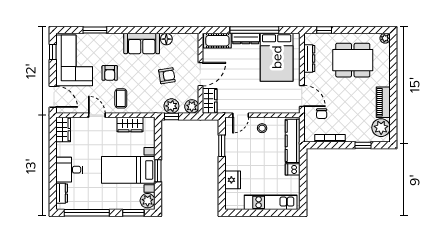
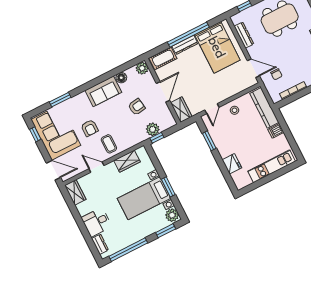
plant: (192, 106) -> (142, 68), moved

